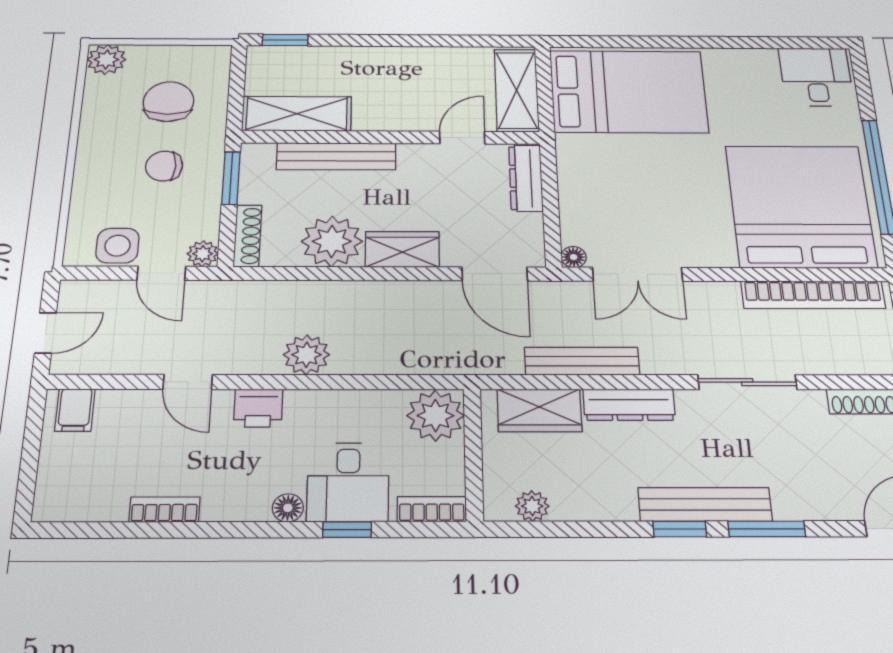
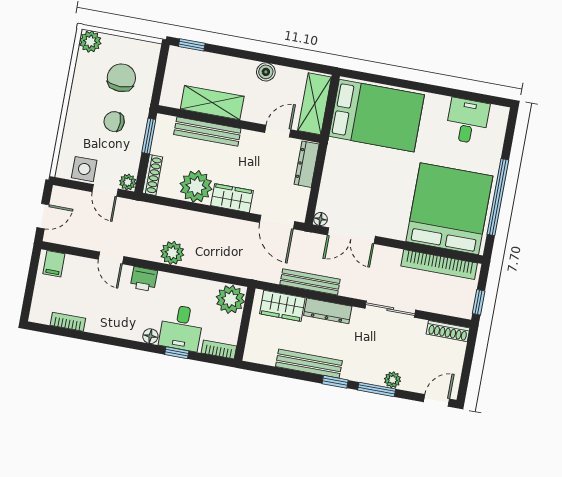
boiler: (421, 59) -> (266, 72), added
desk: (816, 77) -> (467, 121), moved
shelving: (297, 114) -> (212, 103), moved
bench: (705, 504) -> (309, 364), moved
plant: (532, 506) -> (393, 380), moved
bookcase: (164, 510) -> (68, 322), moved

